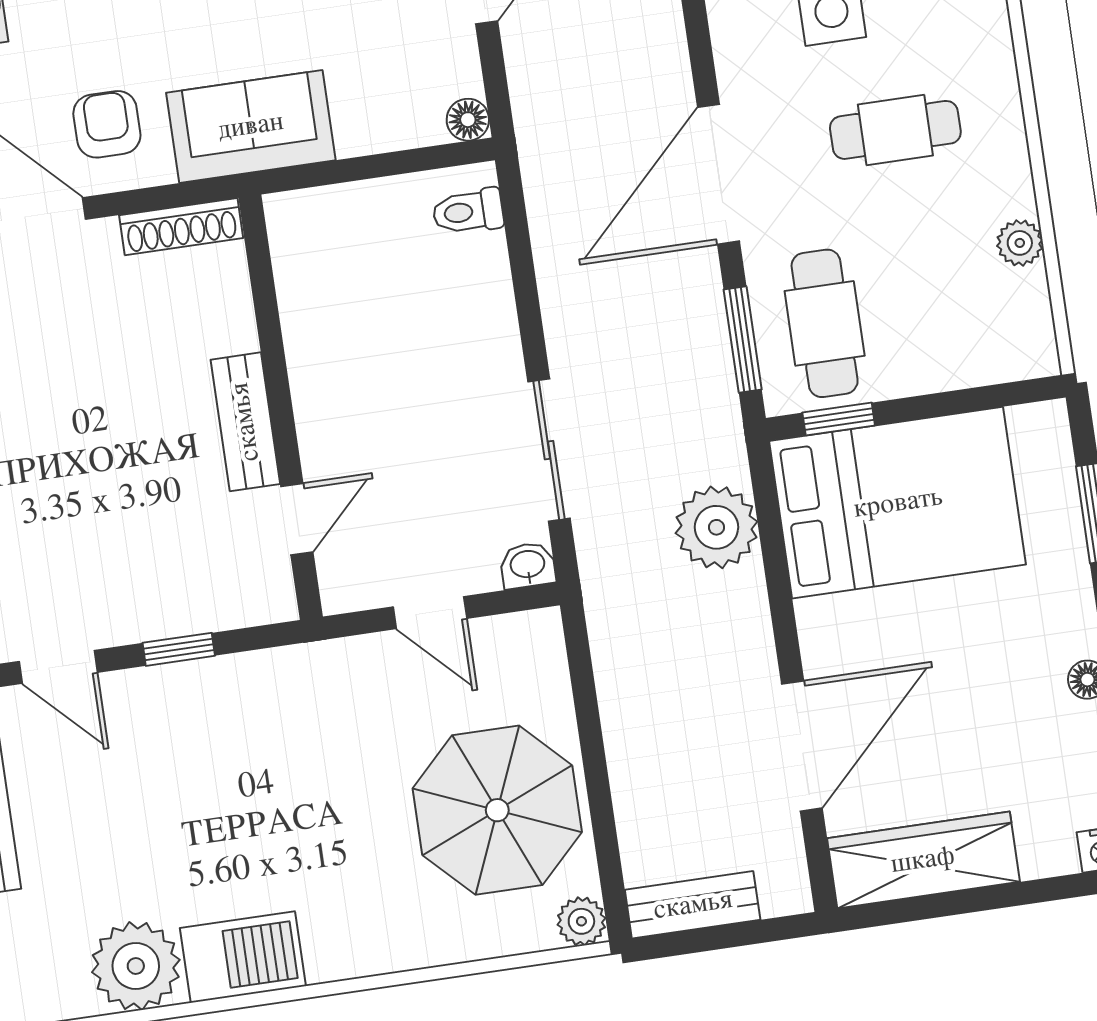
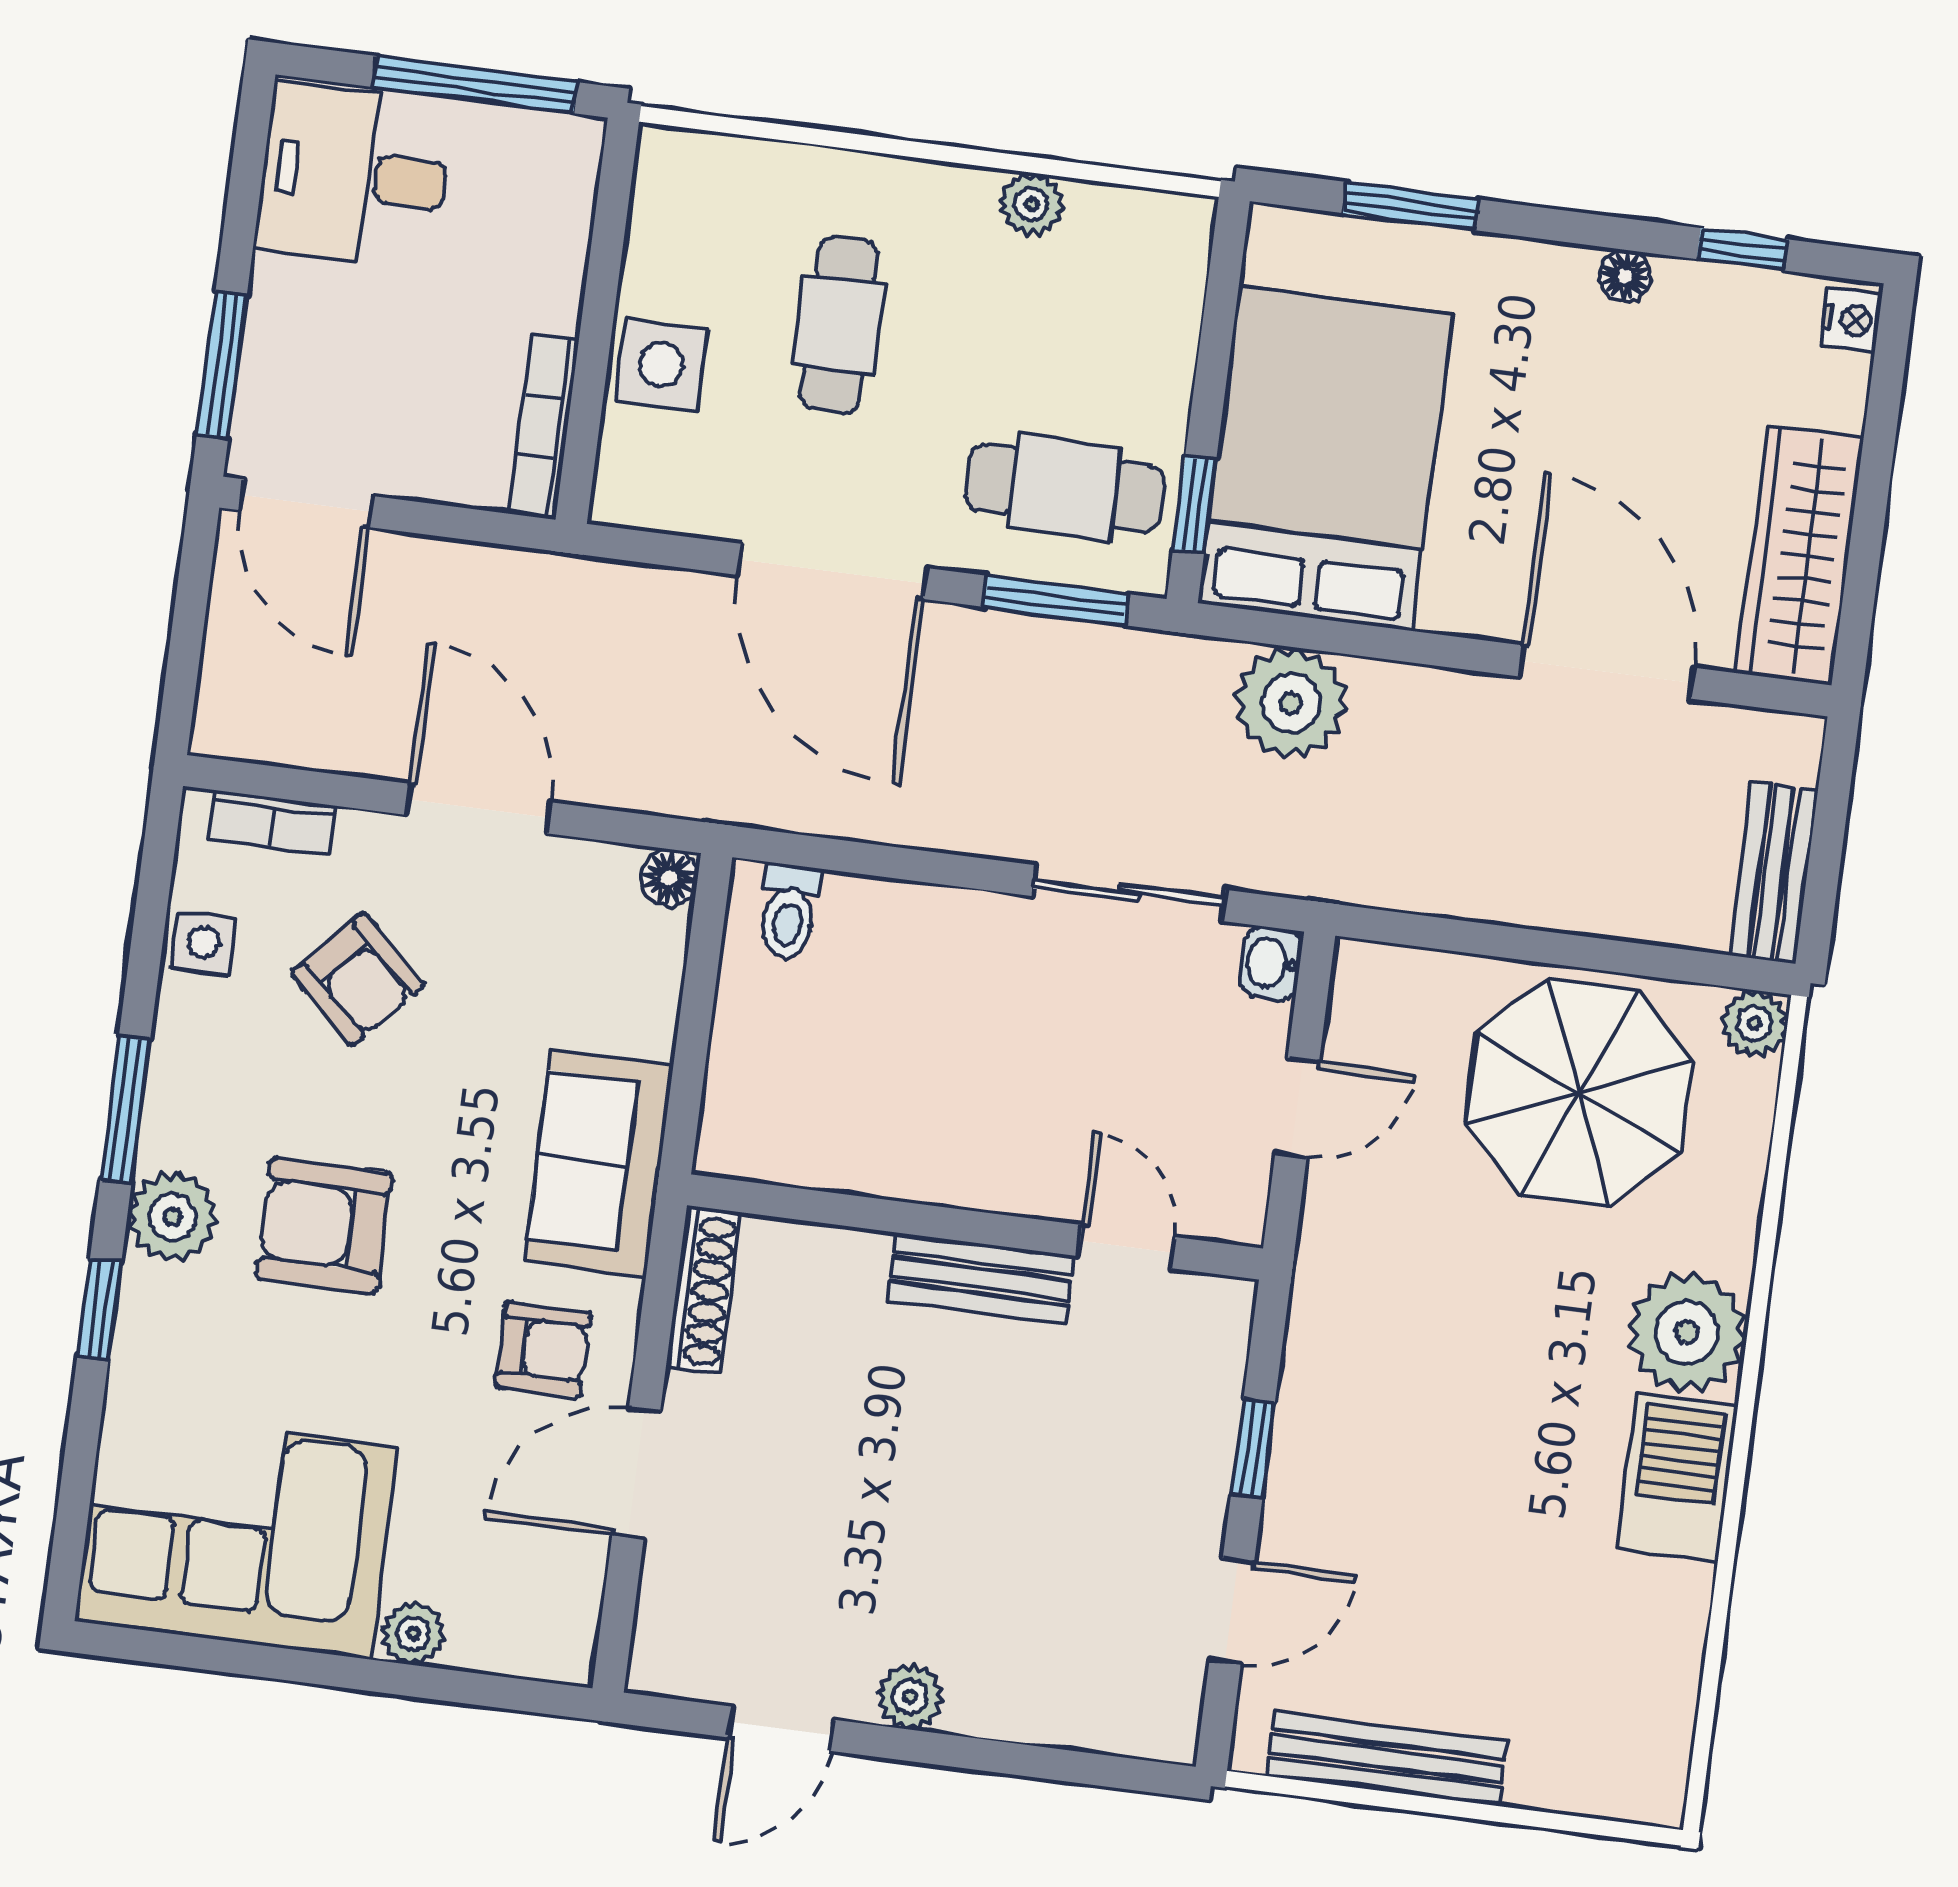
armchair: (107, 124) -> (543, 1349), turned 180
plant: (136, 966) -> (1687, 1332), moved

